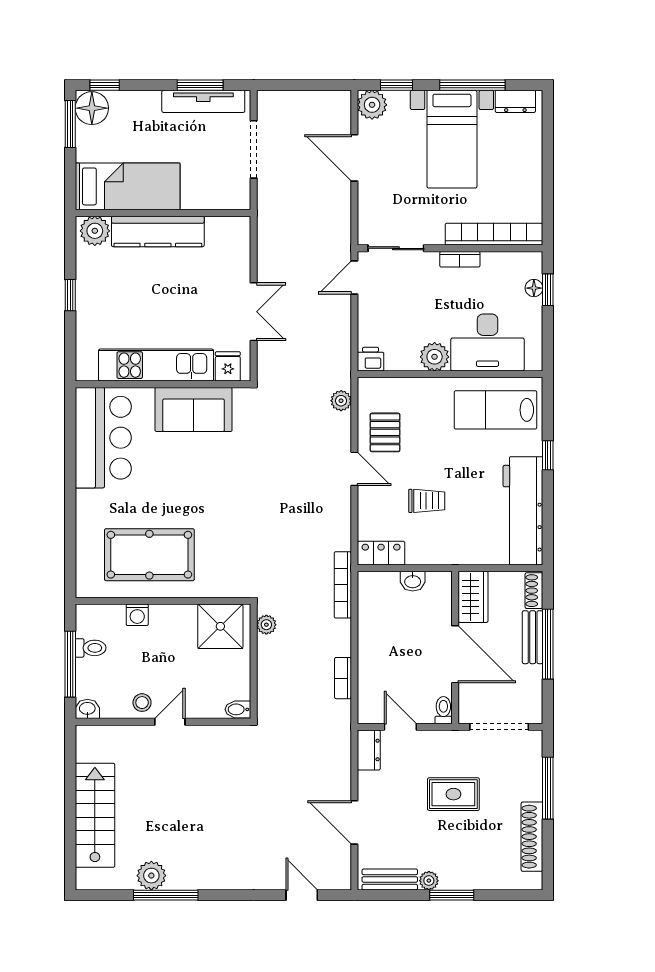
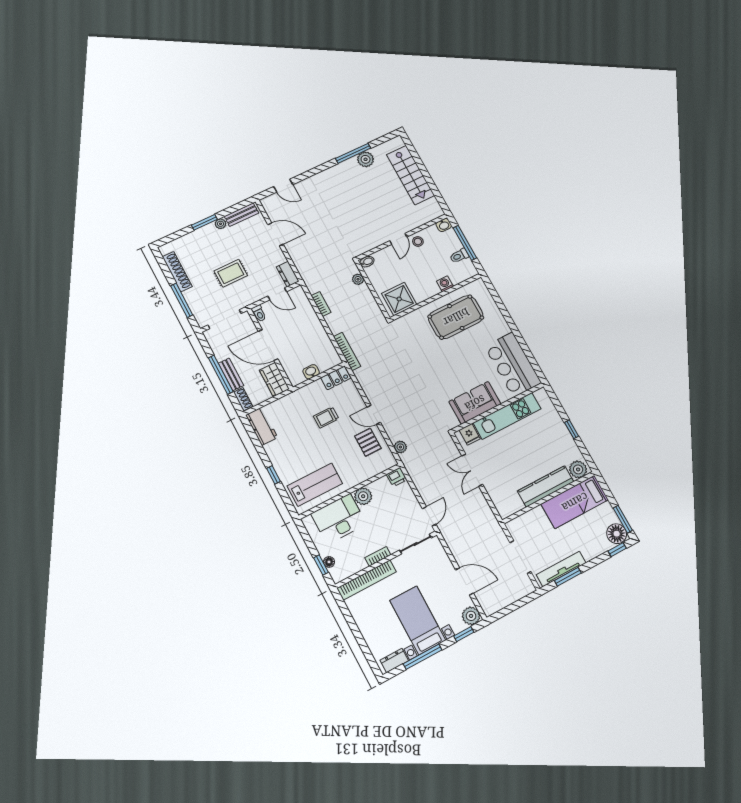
workbench: (523, 511) -> (262, 426), width x0.53, depth x0.76
plant: (266, 625) -> (358, 279), moved

